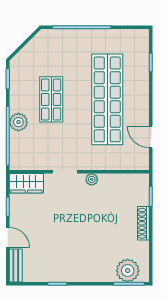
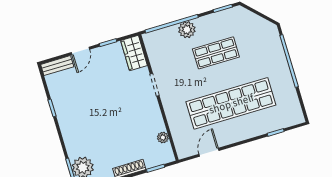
plant: (92, 179) -> (163, 137), moved

